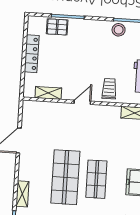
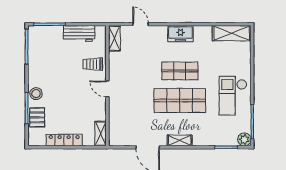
stool: (119, 30) -> (36, 94), moved
shelving: (48, 93) -> (101, 134), moved
shelving: (22, 194) -> (180, 140), moved

